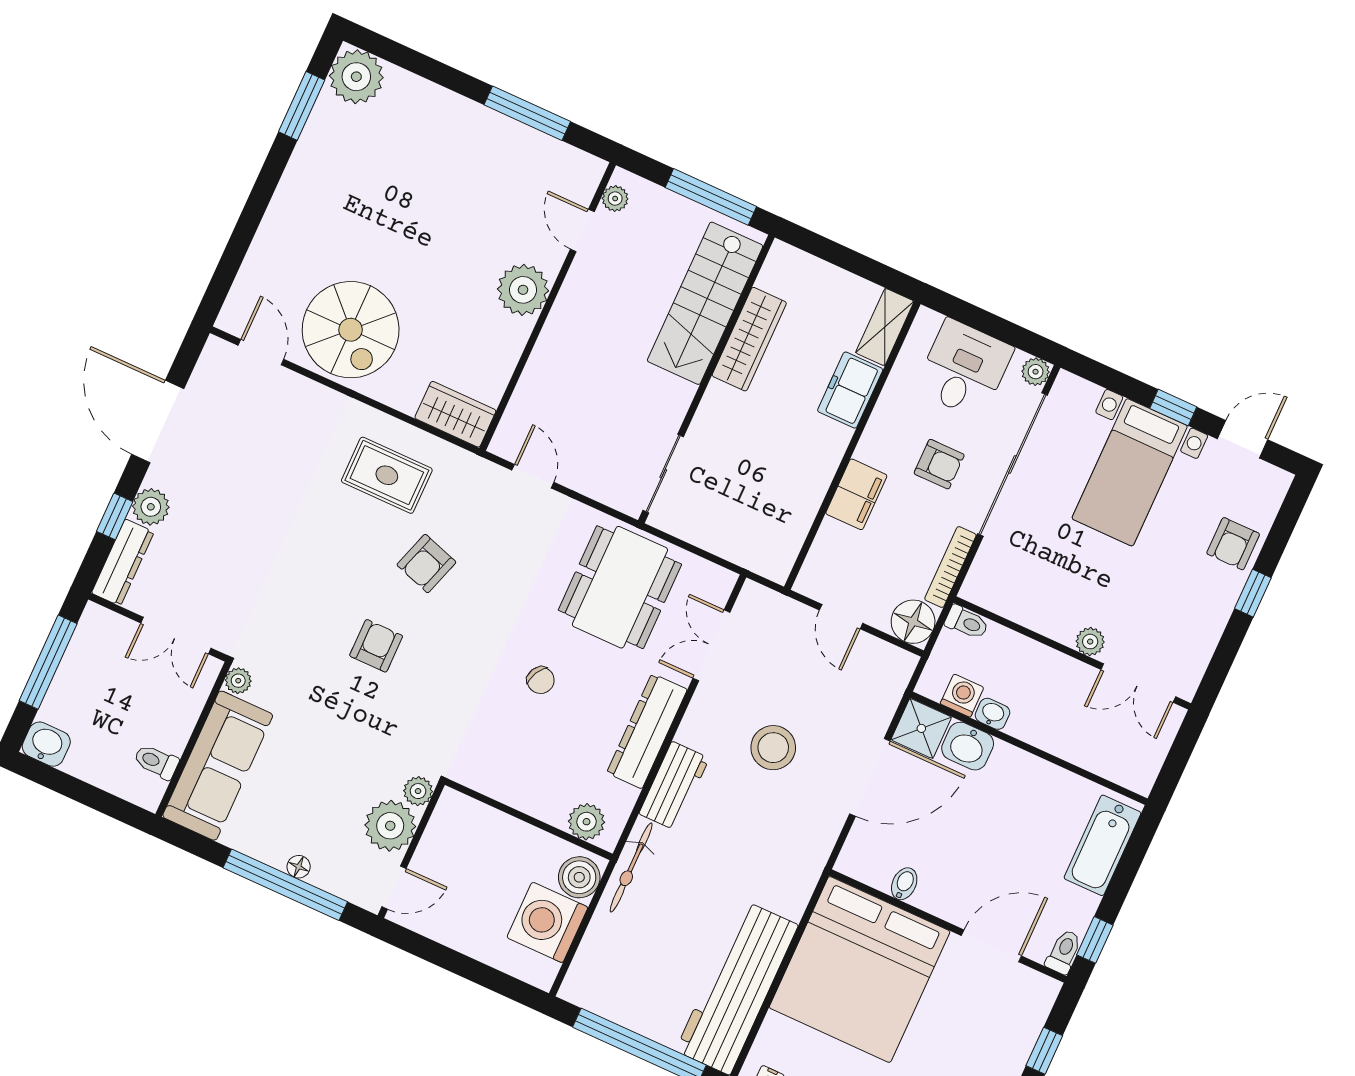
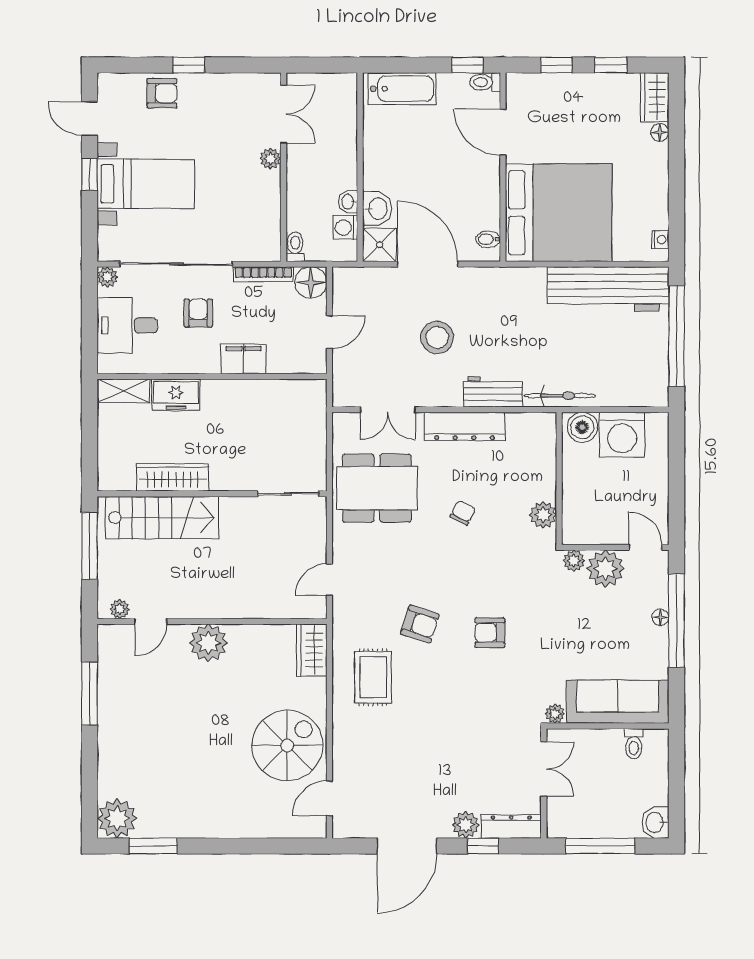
plant: (587, 822) -> (543, 515), moved
bidet: (904, 884) -> (488, 239), moved

